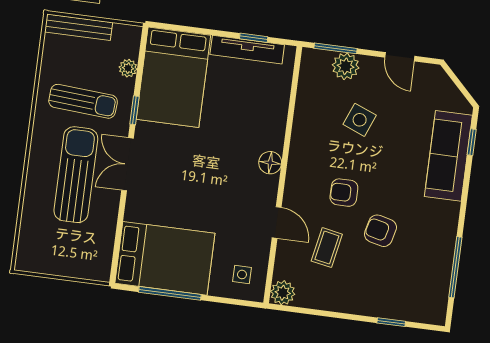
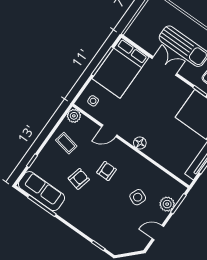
sofa: (448, 156) -> (41, 191), moved
double door: (128, 164) -> (164, 66), moved
coffee table: (327, 248) -> (66, 143), moved

